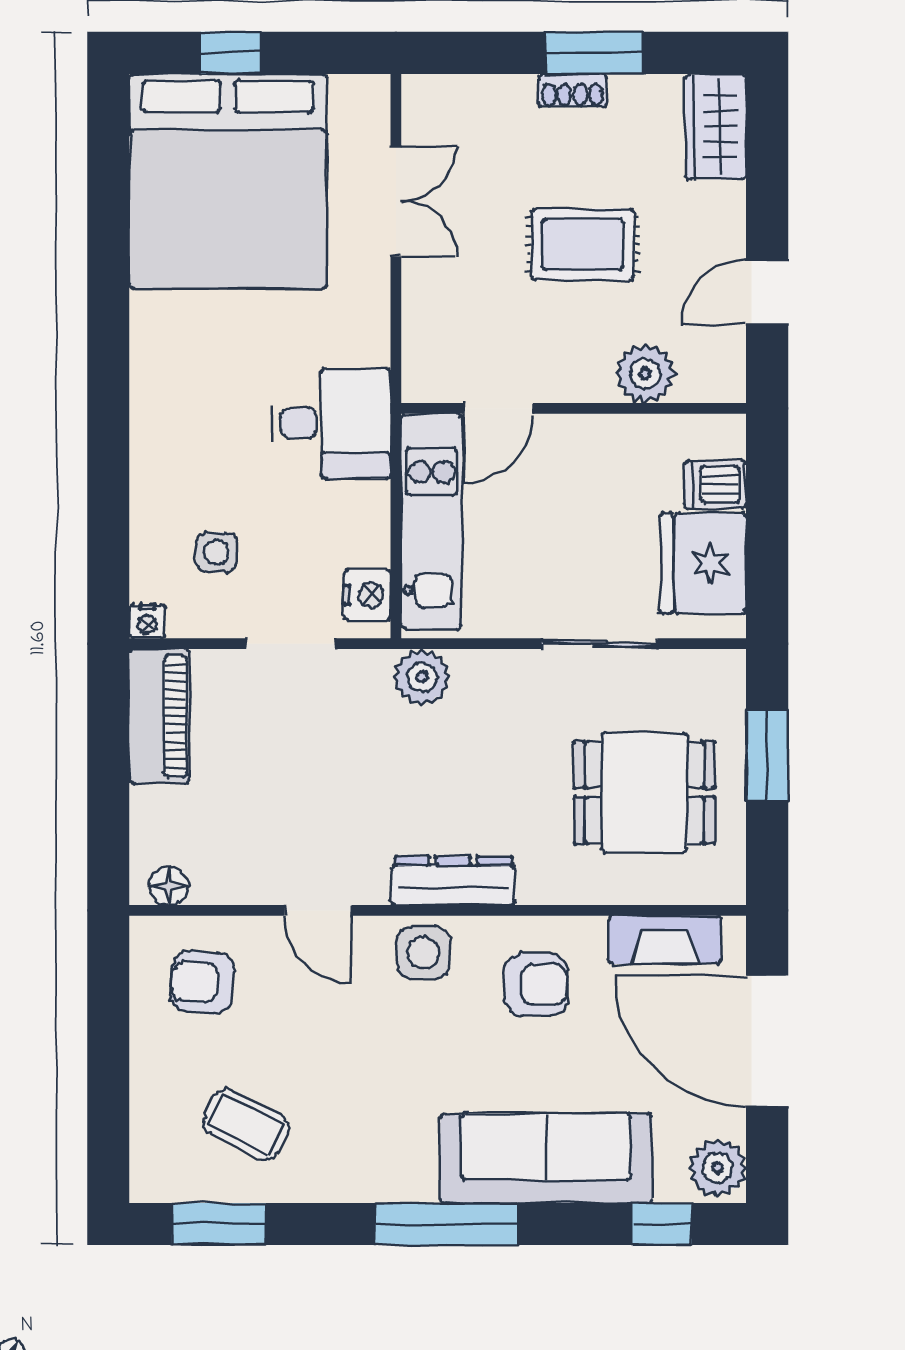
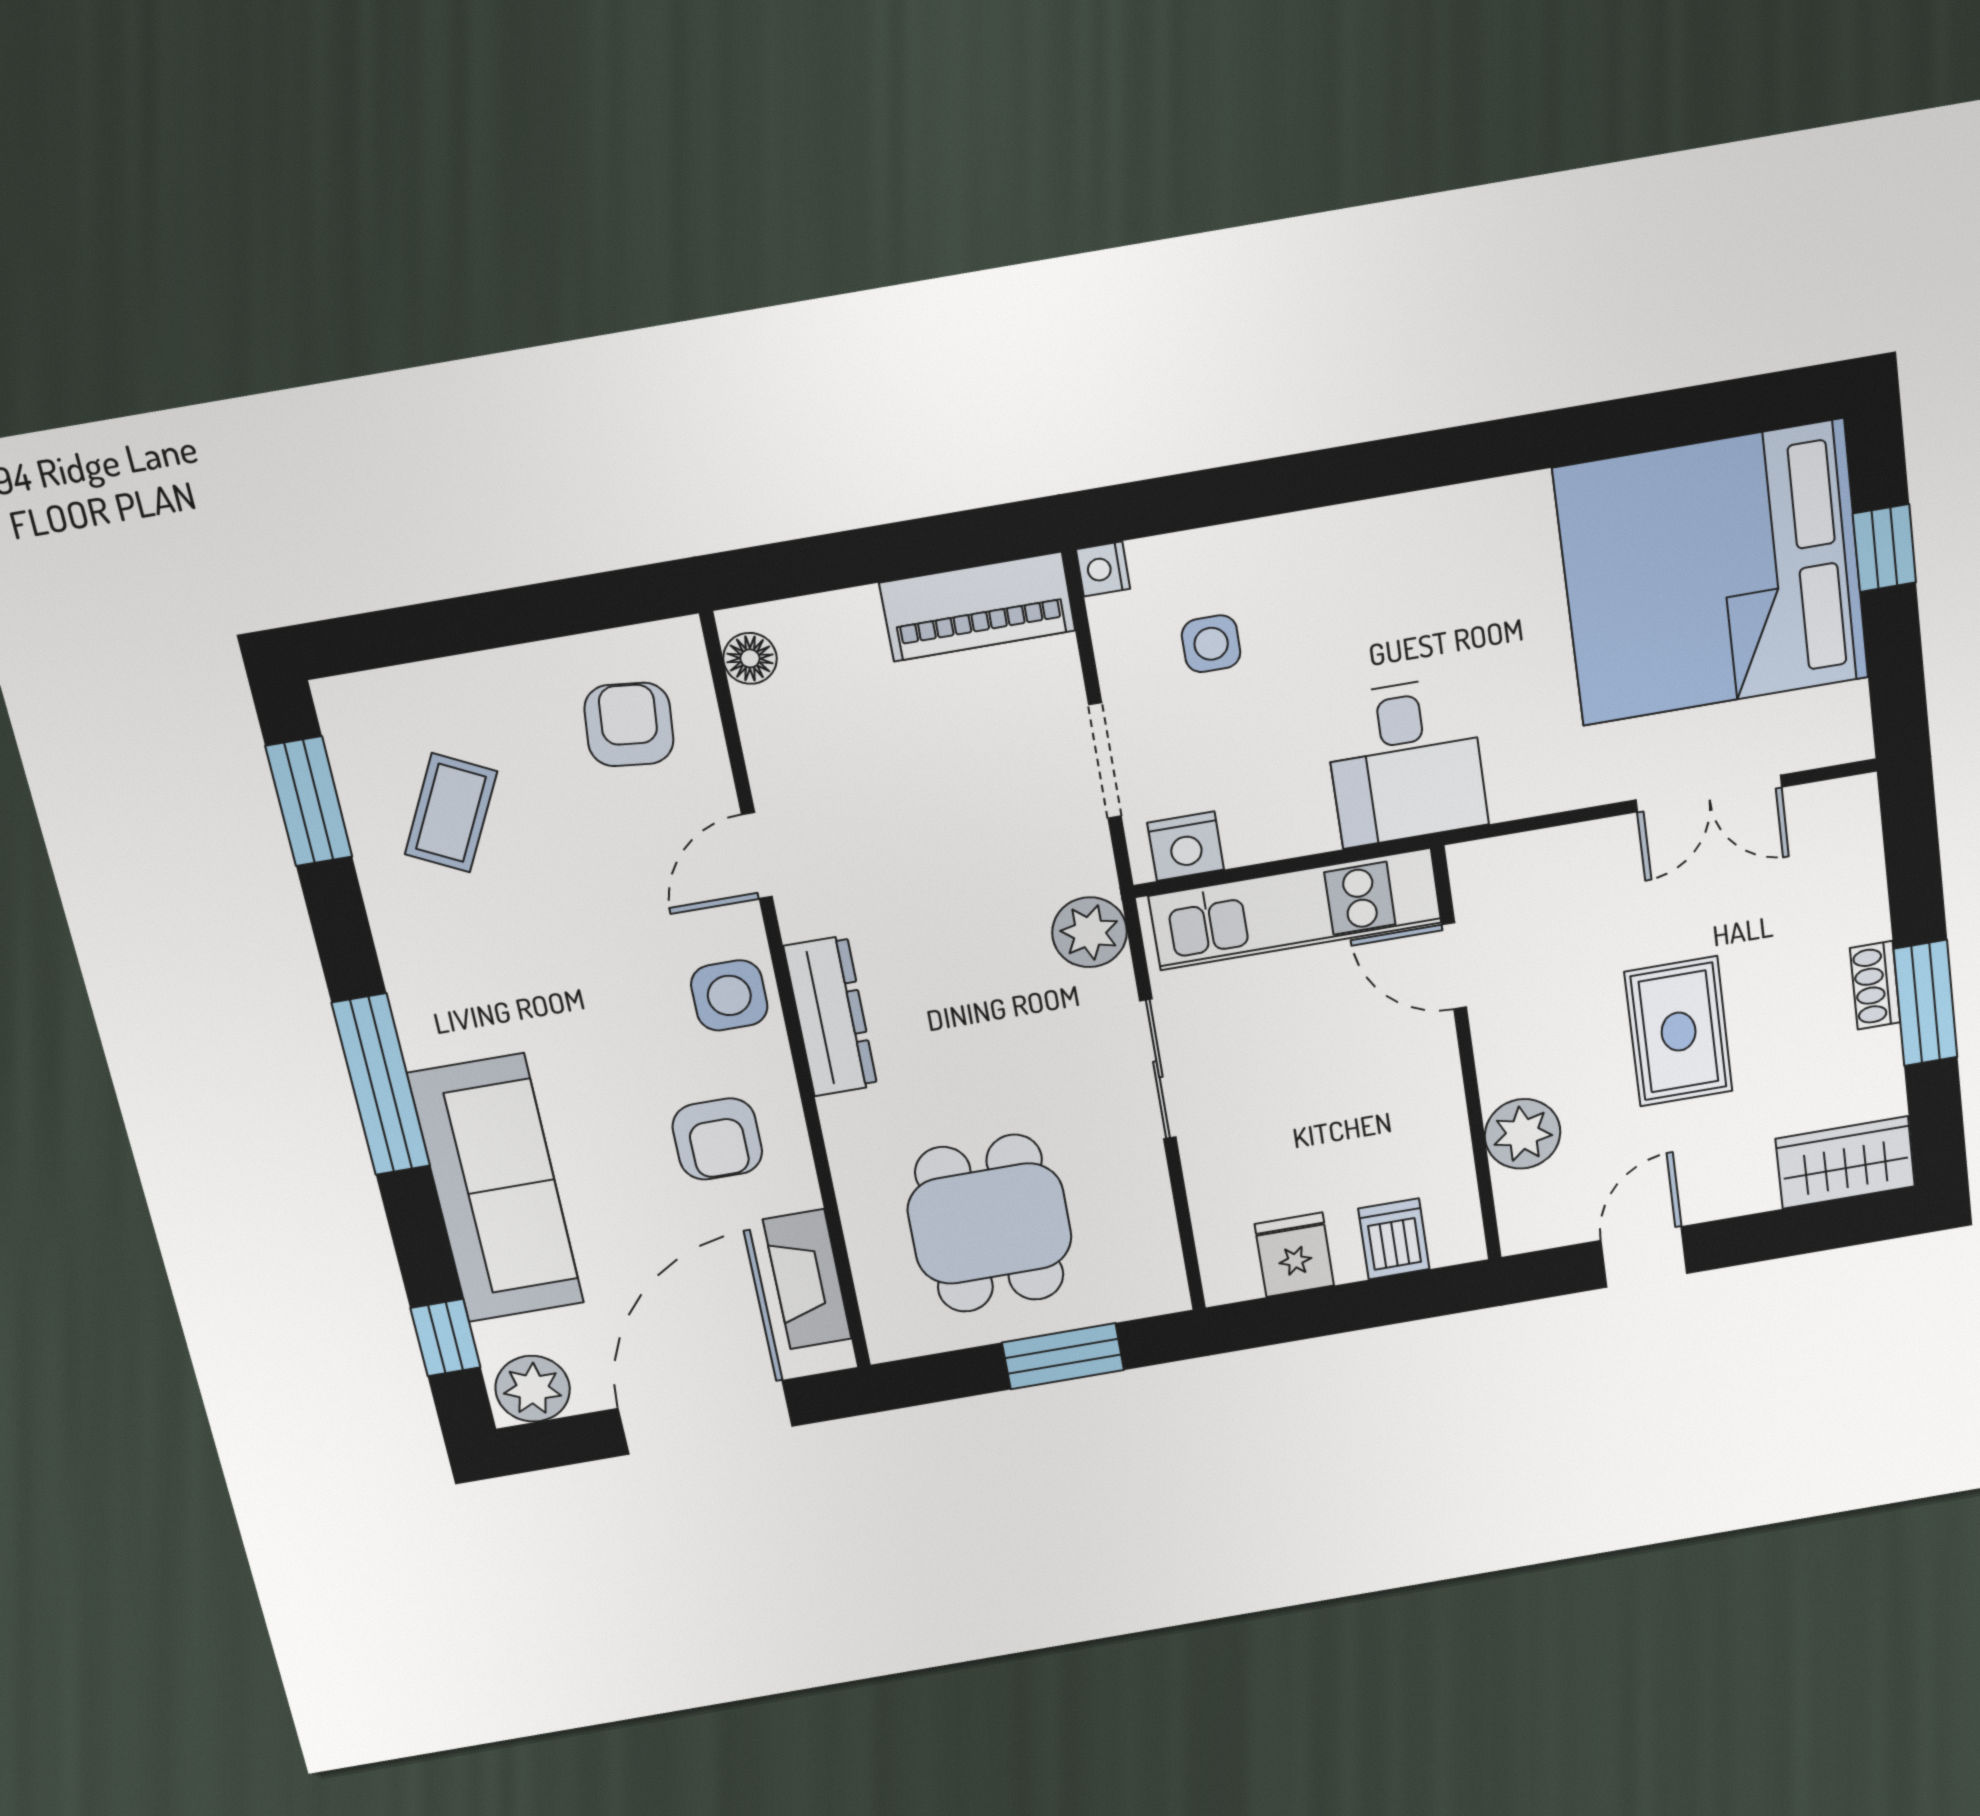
door: (767, 292) -> (1644, 1257), hinge flipped
fridge: (703, 563) -> (1294, 1255), width x0.53, depth x0.75
sliding door: (600, 644) -> (1158, 1069), moved

